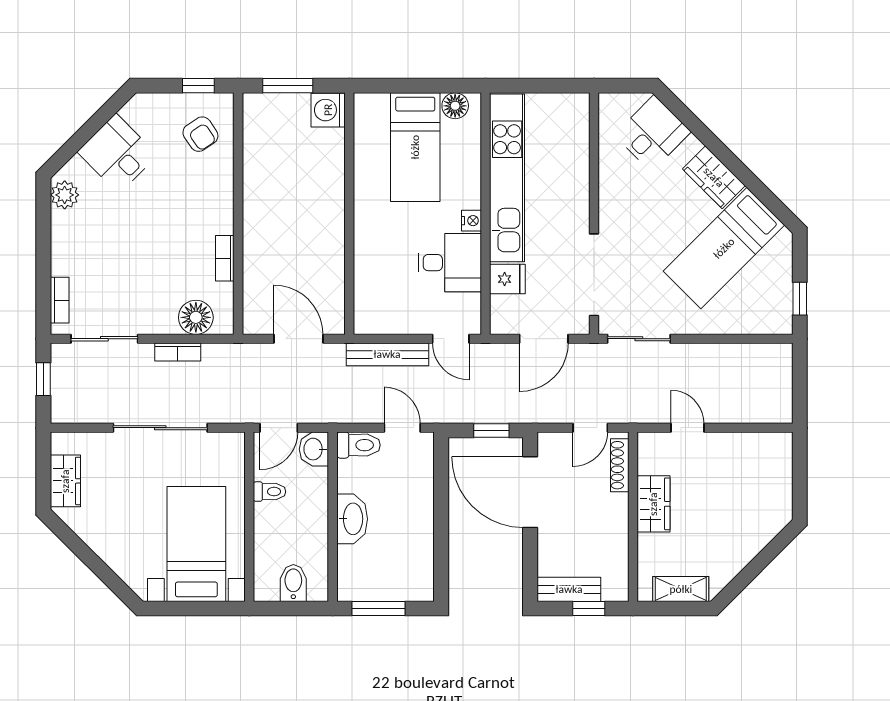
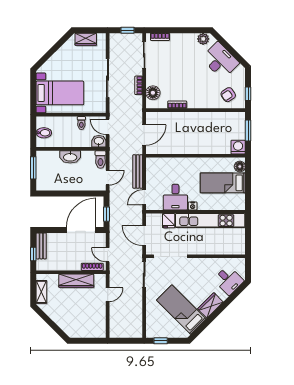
floor lamp: (455, 106) -> (240, 166), moved
desk: (117, 153) -> (220, 61), width x1.37
wardrobe: (653, 504) -> (76, 281), width x1.50

